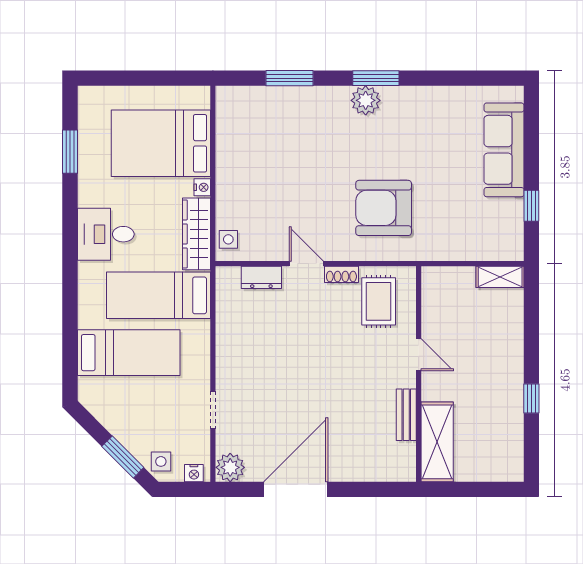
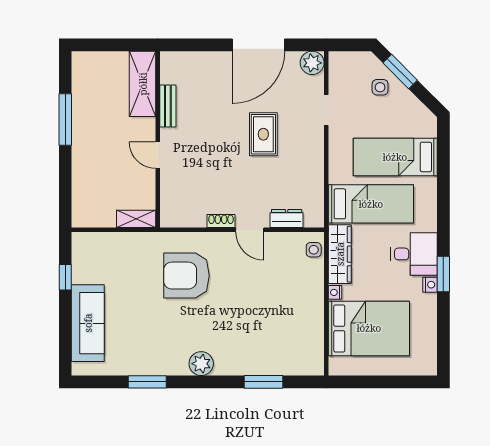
window: (376, 78) -> (147, 382), moved
window: (70, 152) -> (443, 274), moved
armchair: (384, 208) -> (186, 276), turned 180
shelving: (500, 277) -> (136, 219), moved
rug: (379, 301) -> (263, 134), moved
window: (531, 398) -> (65, 119), width x2.17
side table: (161, 461) -> (380, 87), moved
nightstand: (194, 473) -> (430, 285), moved, turned 90

